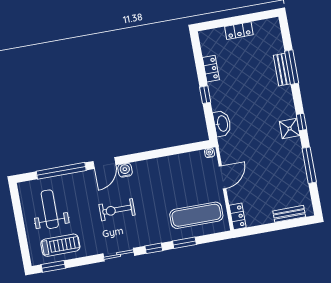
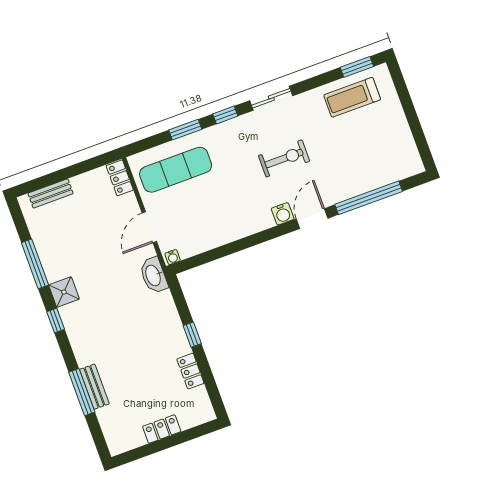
washbasin: (222, 124) -> (154, 275), moved
shower: (290, 129) -> (64, 292), moved
weight bench: (50, 209) -> (375, 143), removed

